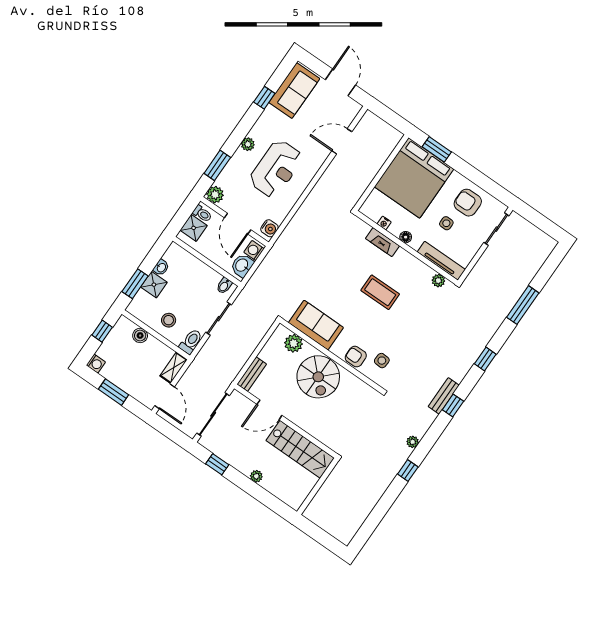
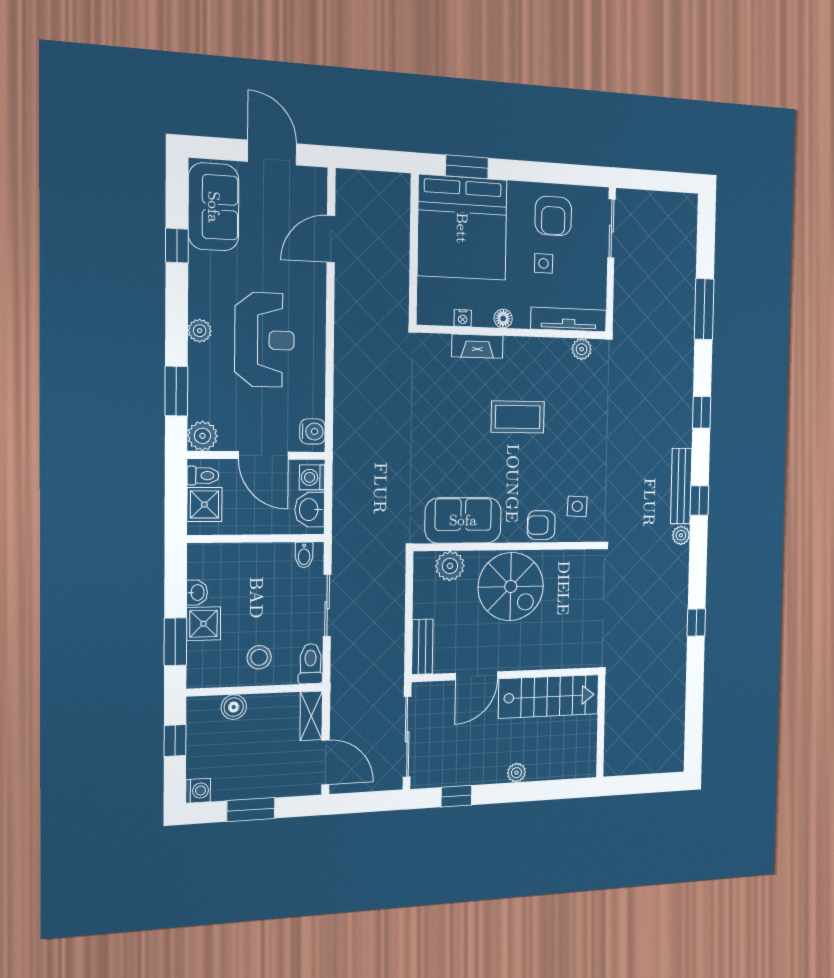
armchair: (468, 203) -> (553, 216), turned -90
bench: (444, 396) -> (681, 486), width x1.36
plant: (413, 442) -> (681, 535), moved

